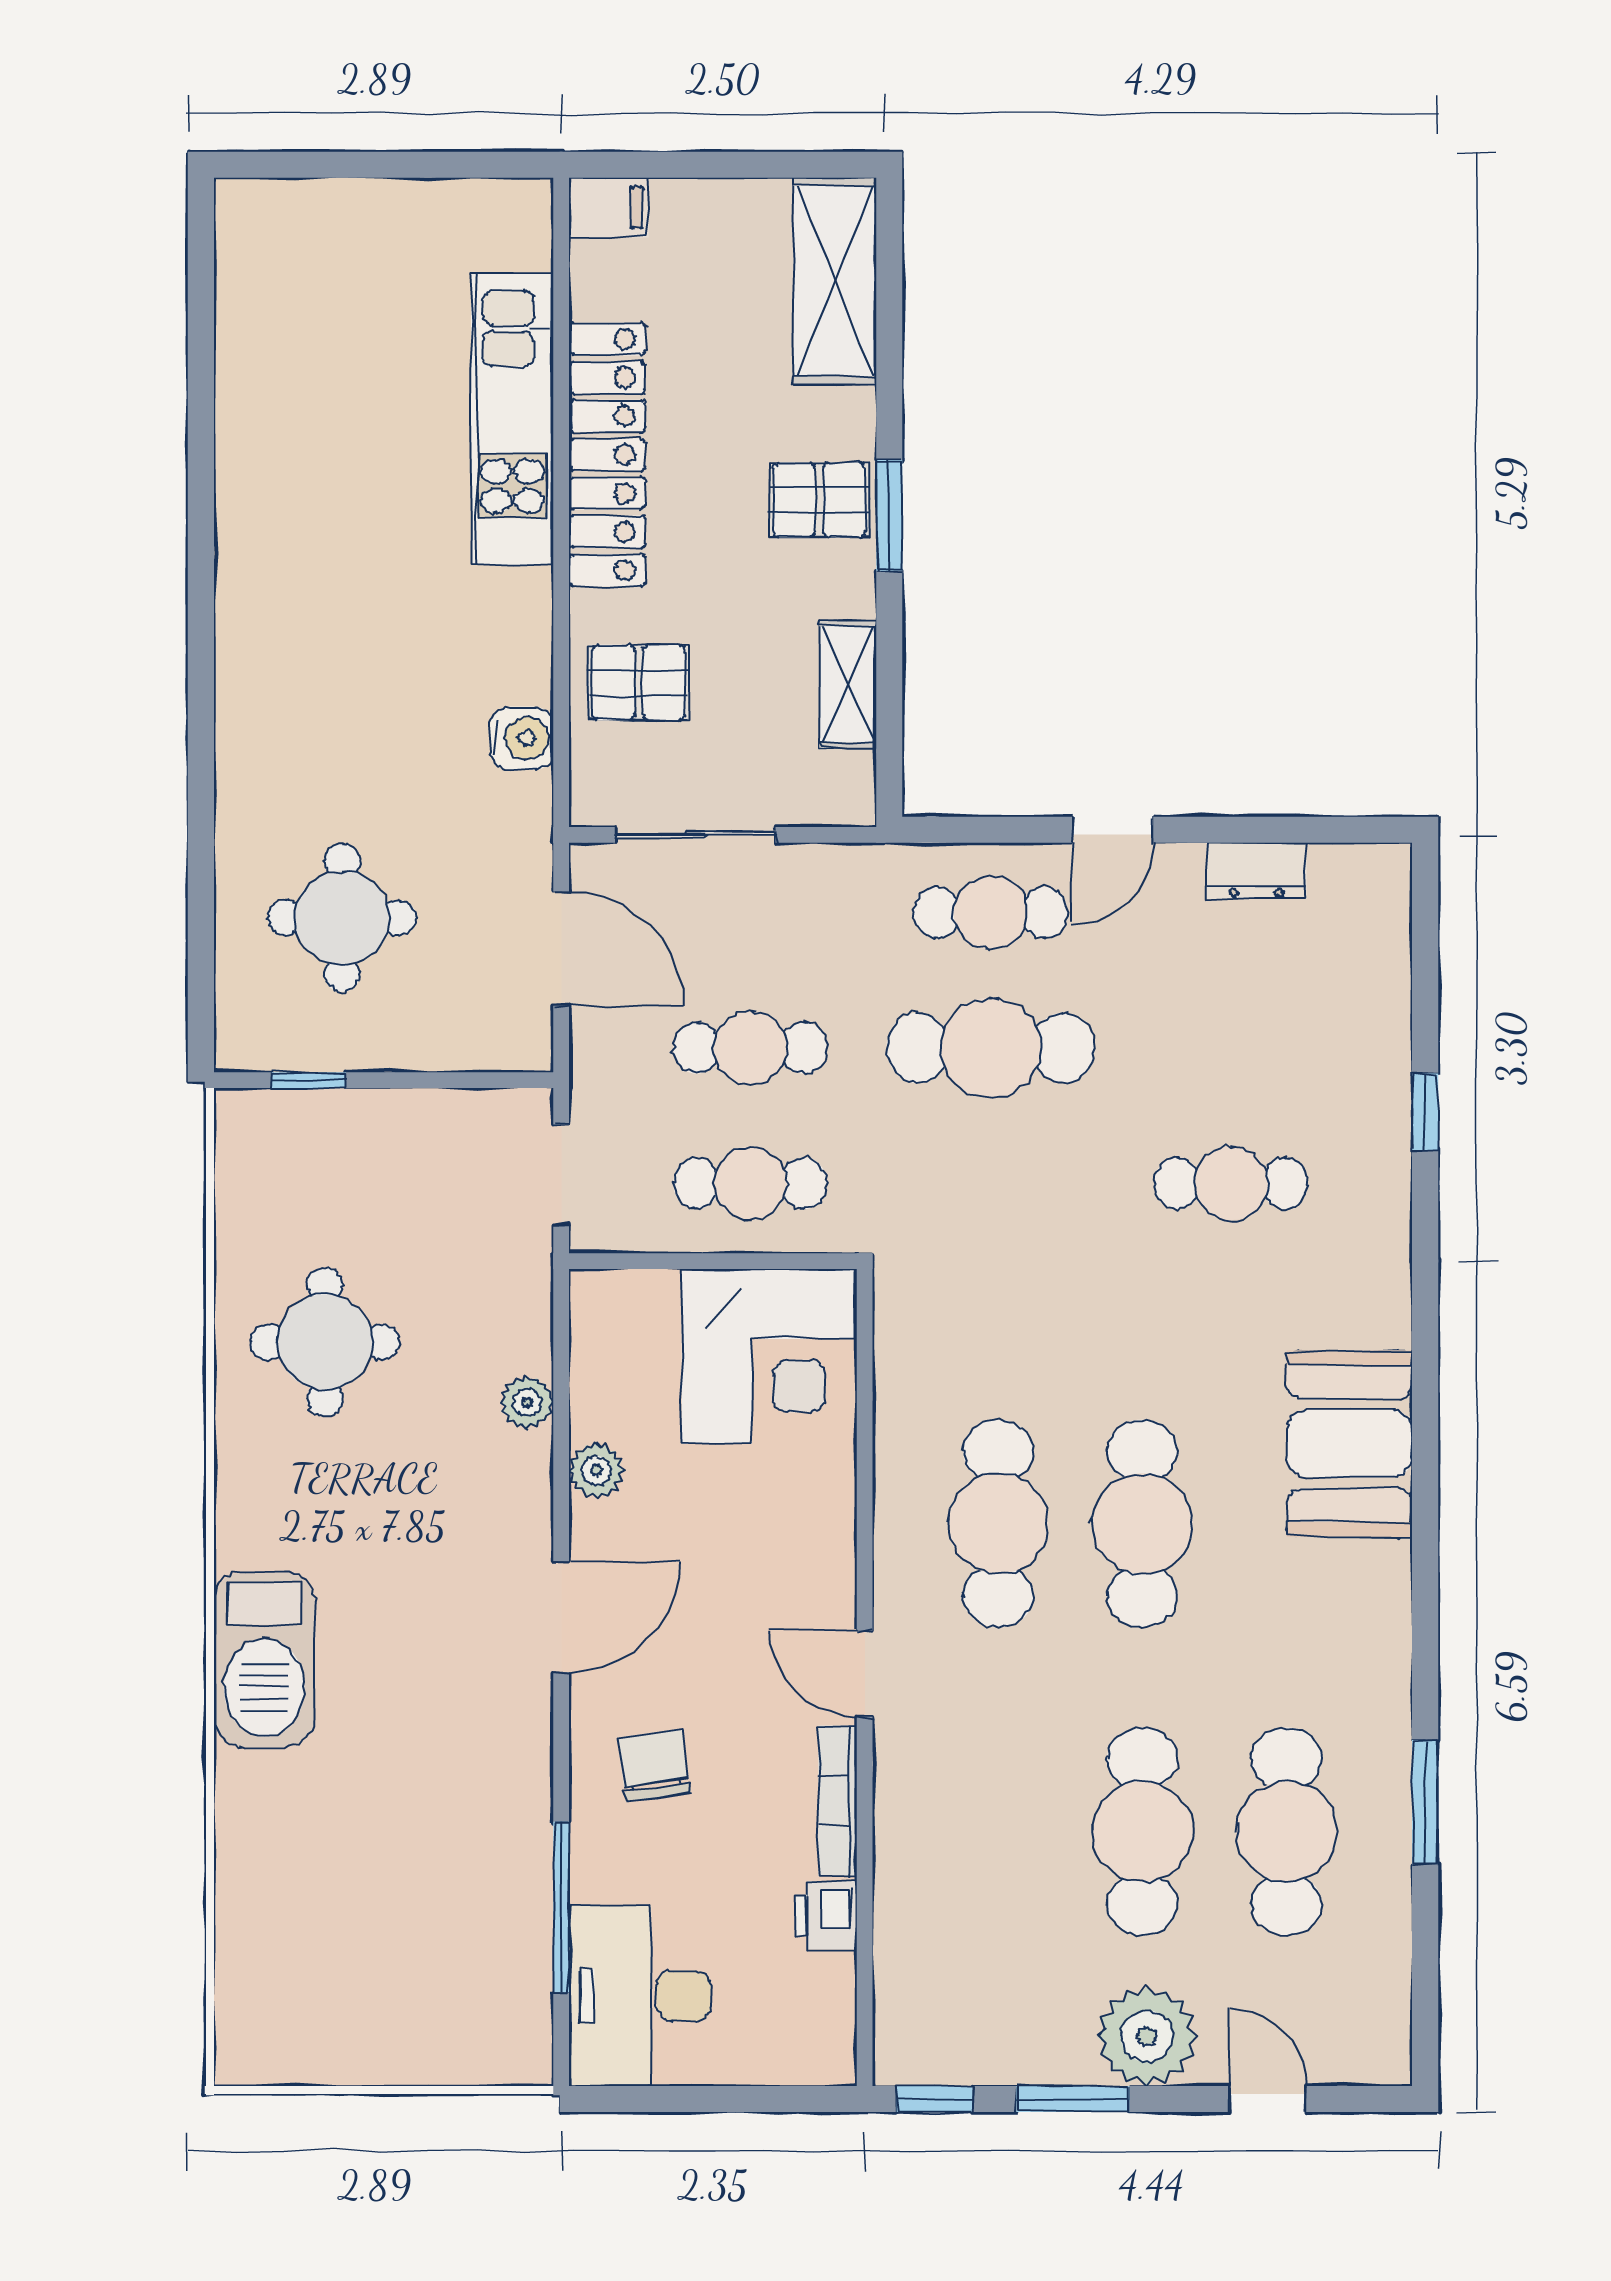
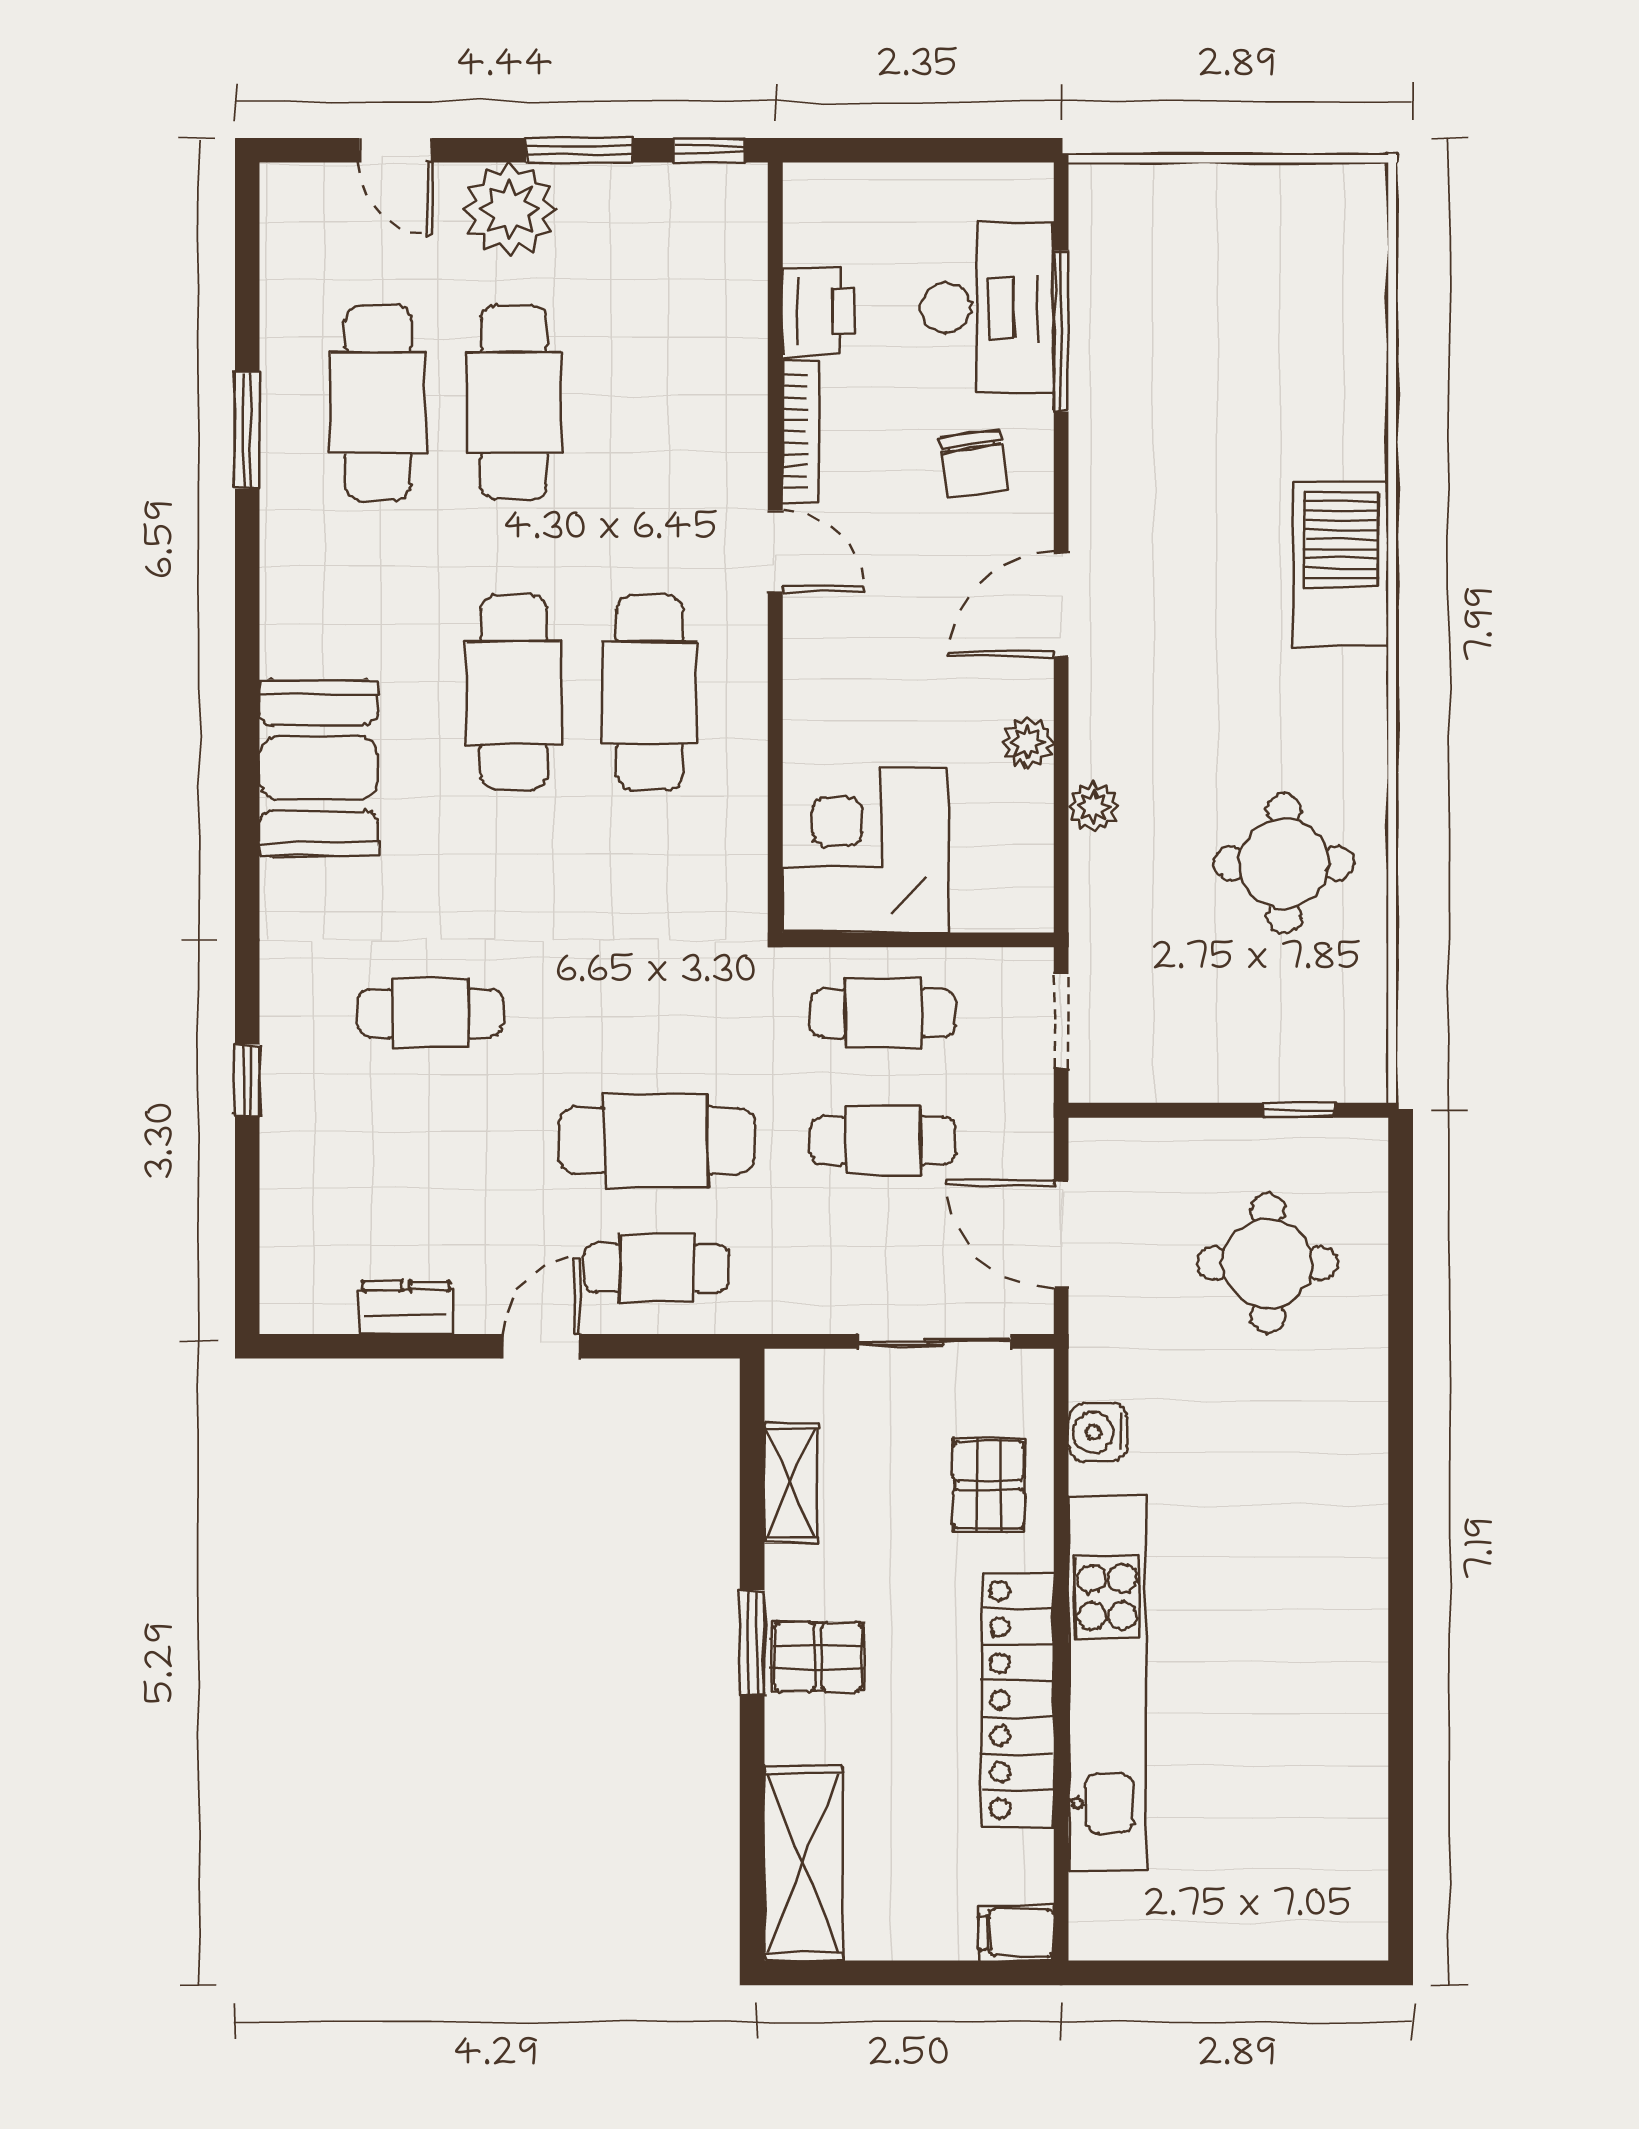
kitchen unit: (512, 419) -> (1107, 1683), width x1.36
pallet: (638, 682) -> (988, 1485), turned 90
printer: (826, 1915) -> (819, 312), width x1.36, depth x1.24
desk: (640, 1996) -> (987, 308), moved

